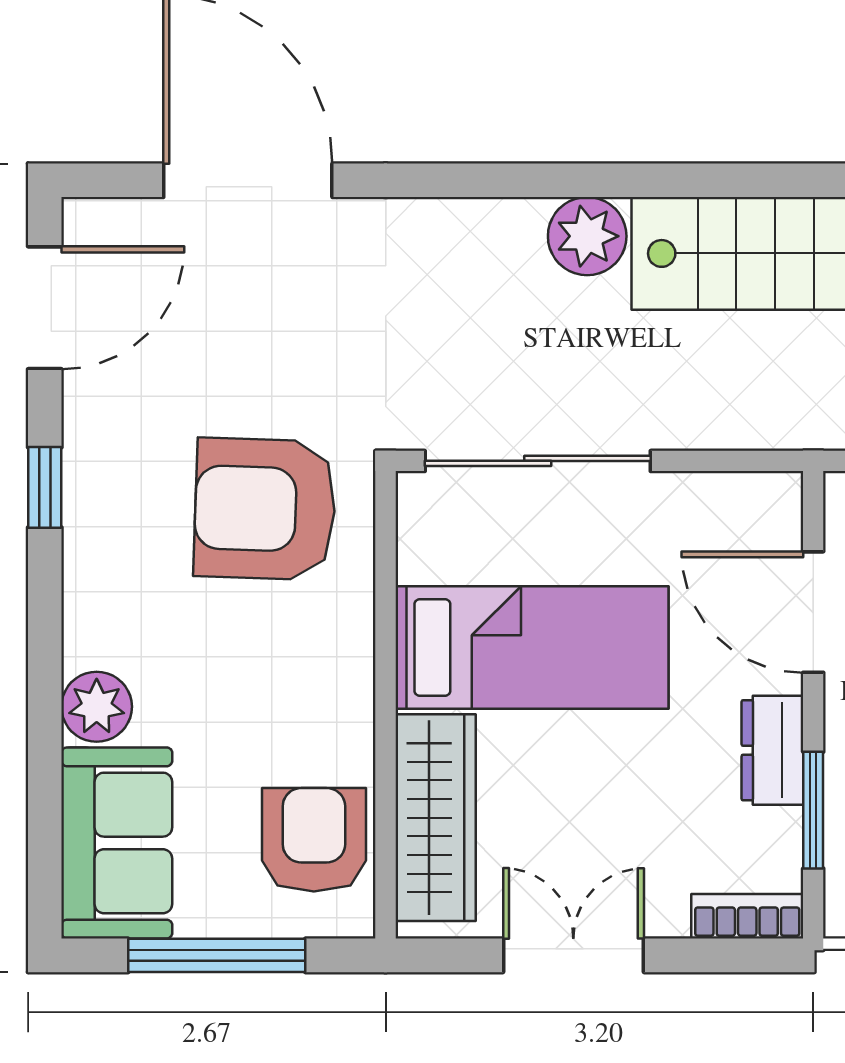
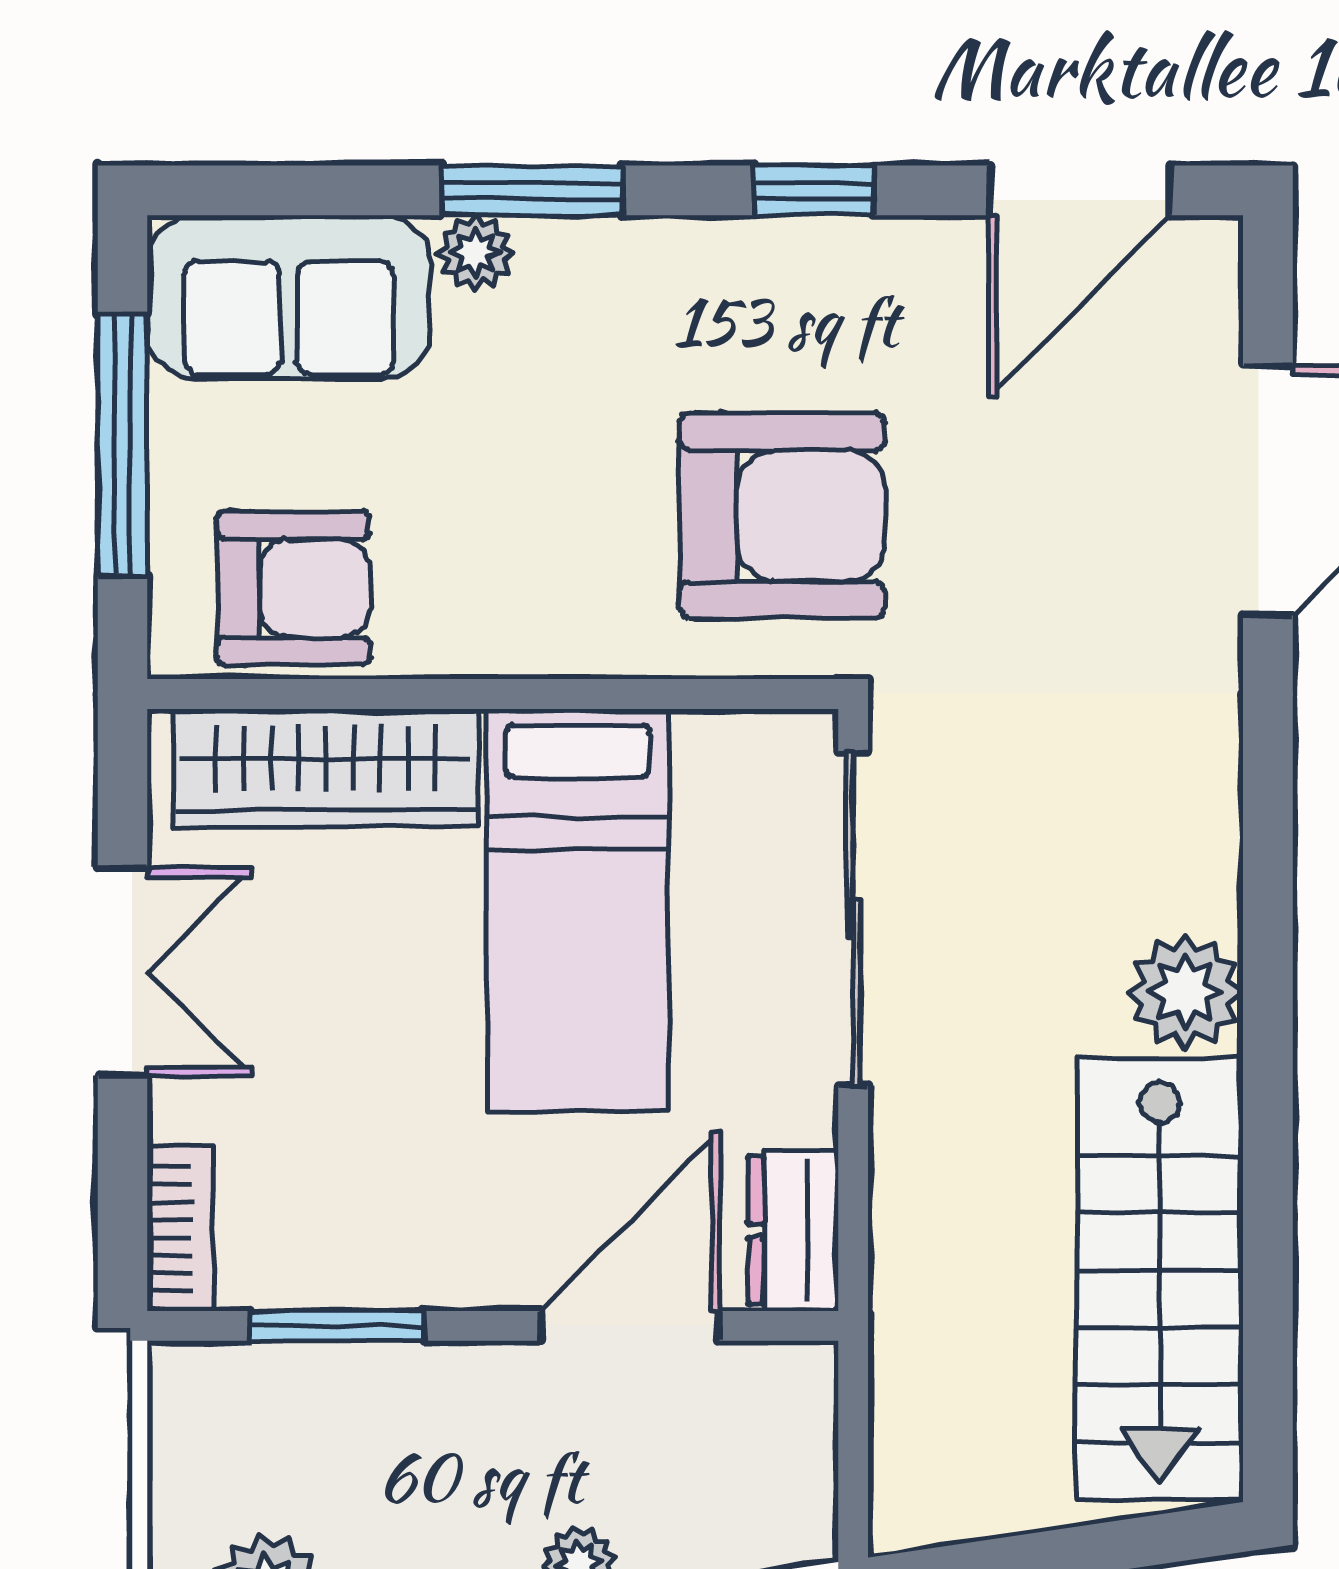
door: (45, 308) -> (1080, 190), hinge flipped
armchair: (265, 509) -> (782, 516), turned 88
window: (45, 678) -> (532, 190), added
plant: (97, 707) -> (476, 253), width x0.73, depth x0.73
dresser: (772, 750) -> (793, 1230), moved, turned -90

